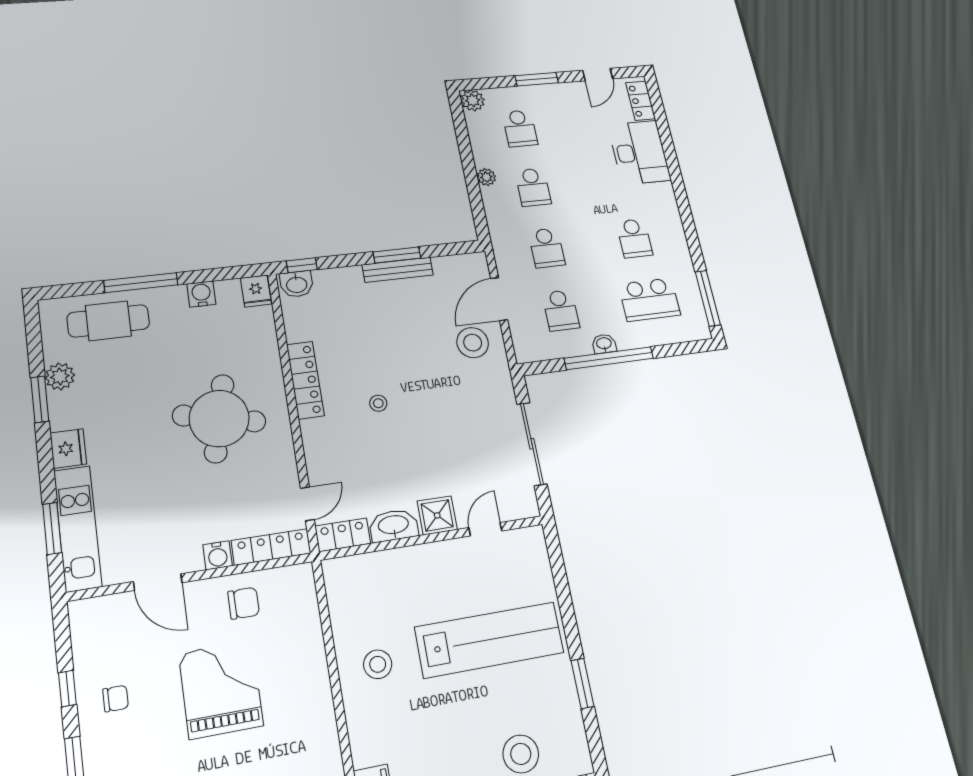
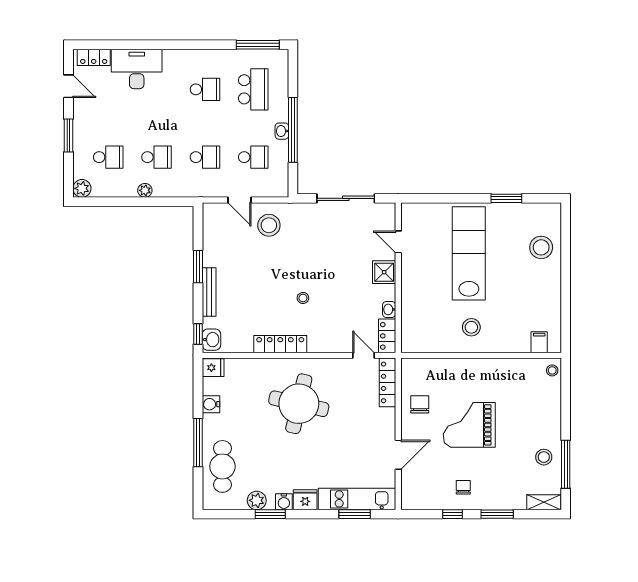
bench: (398, 270) -> (209, 292), moved
door: (499, 299) -> (239, 200), width x0.73
washbasin: (394, 525) -> (389, 309), width x0.52, depth x0.69
water cooler: (218, 555) -> (284, 502), moved, turned 90

